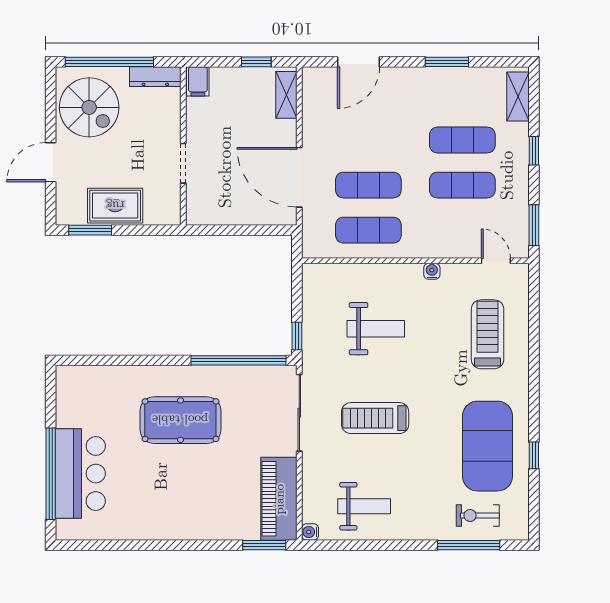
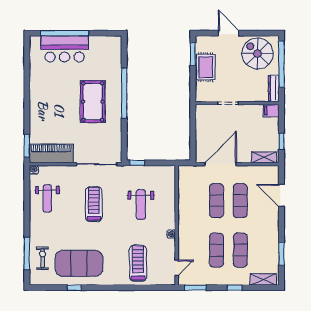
window: (447, 62) -> (281, 254), moved
spiral stairs: (89, 107) -> (257, 53), turned 90
exercise mat: (368, 230) -> (240, 201), moved
treadmill: (488, 334) -> (138, 263), turned -90
window: (239, 360) -> (124, 93), moved

